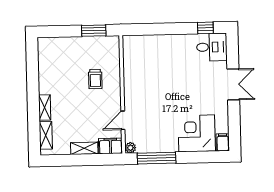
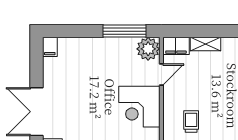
double door: (233, 84) -> (36, 112), width x1.37
corner desk: (197, 133) -> (139, 107), moved, turned 90
plant: (130, 148) -> (148, 49), width x1.88, depth x1.88

